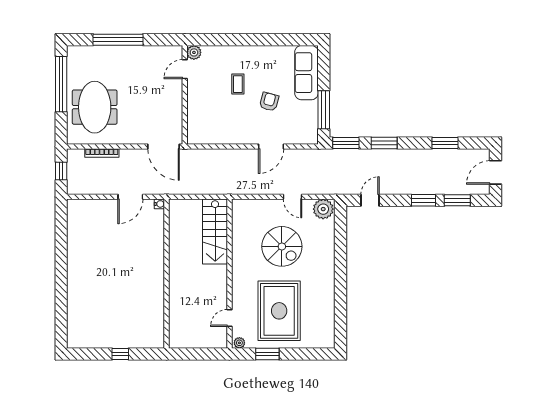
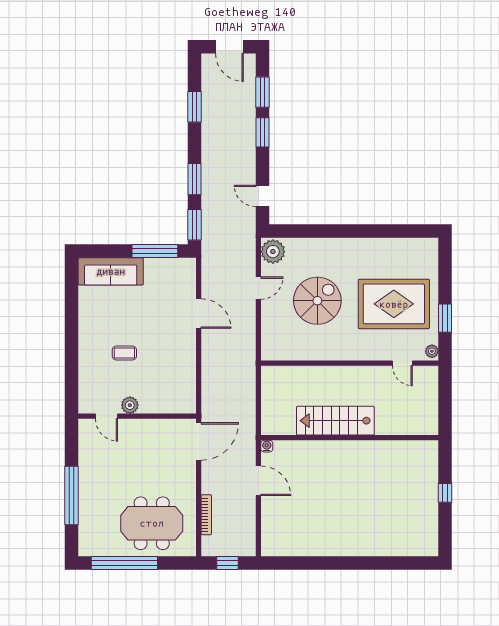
plant: (194, 52) -> (130, 405), moved
armchair: (269, 102) -> (145, 316), removed
stairs: (215, 232) -> (335, 421), moved, turned 180

